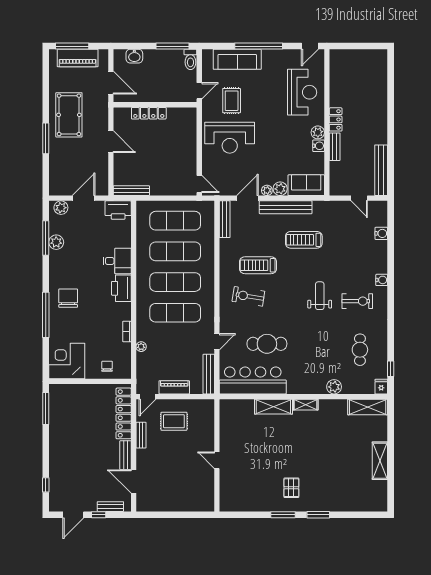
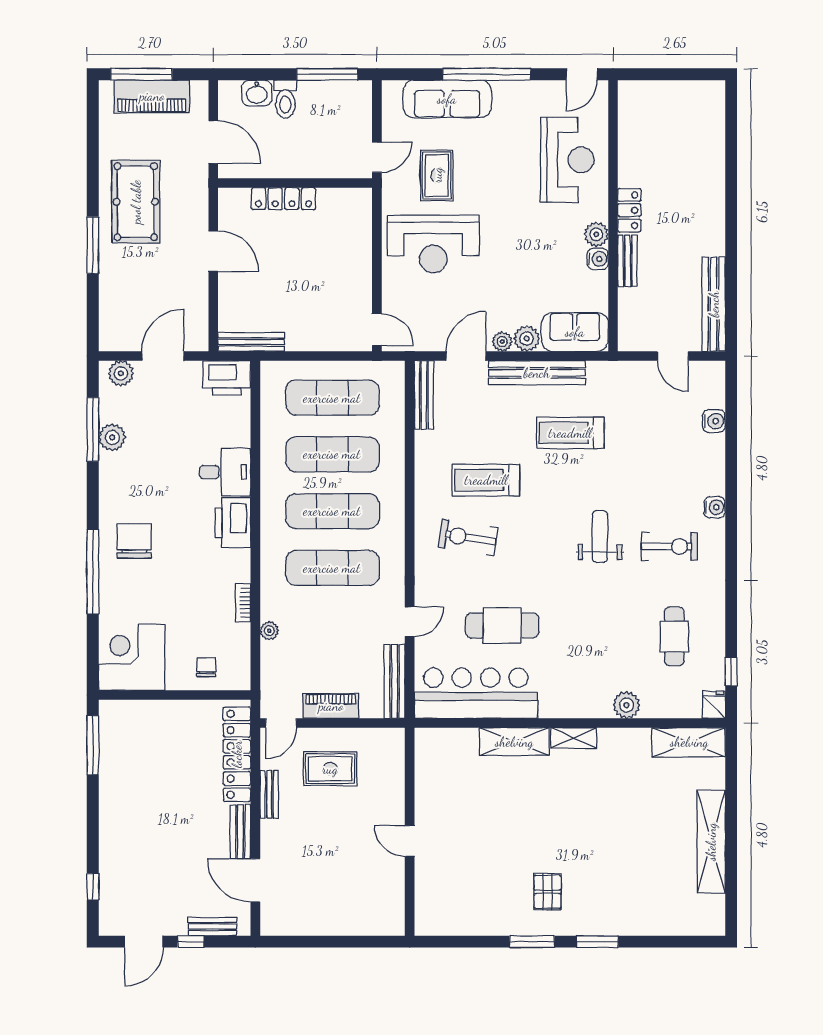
toilet: (190, 59) -> (285, 99), moved
shelving: (380, 461) -> (711, 842), width x1.47

